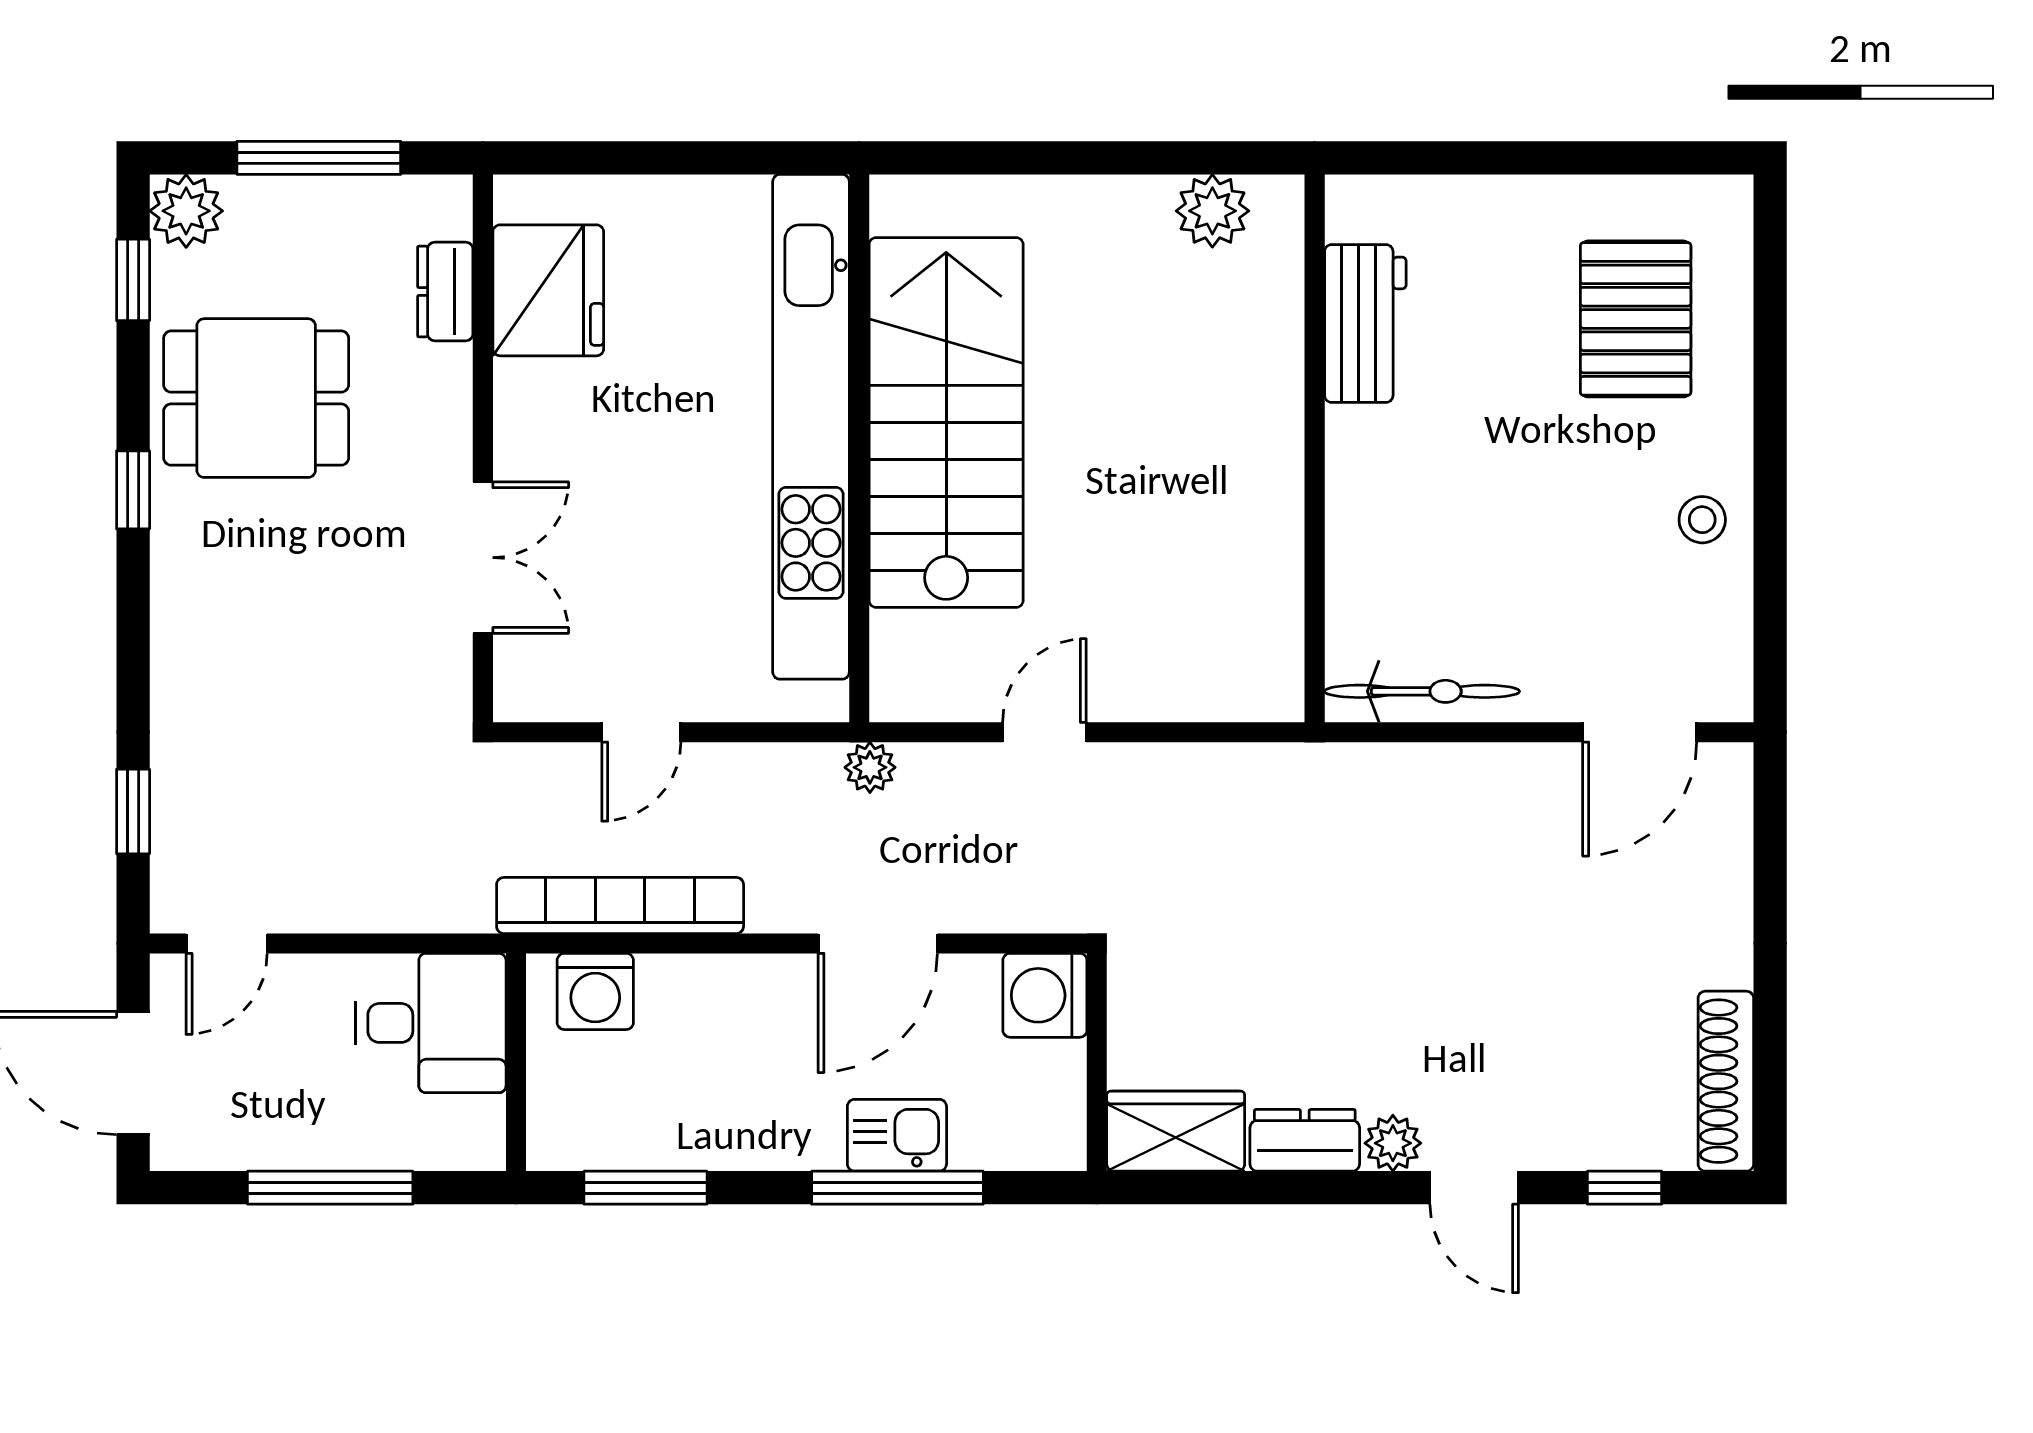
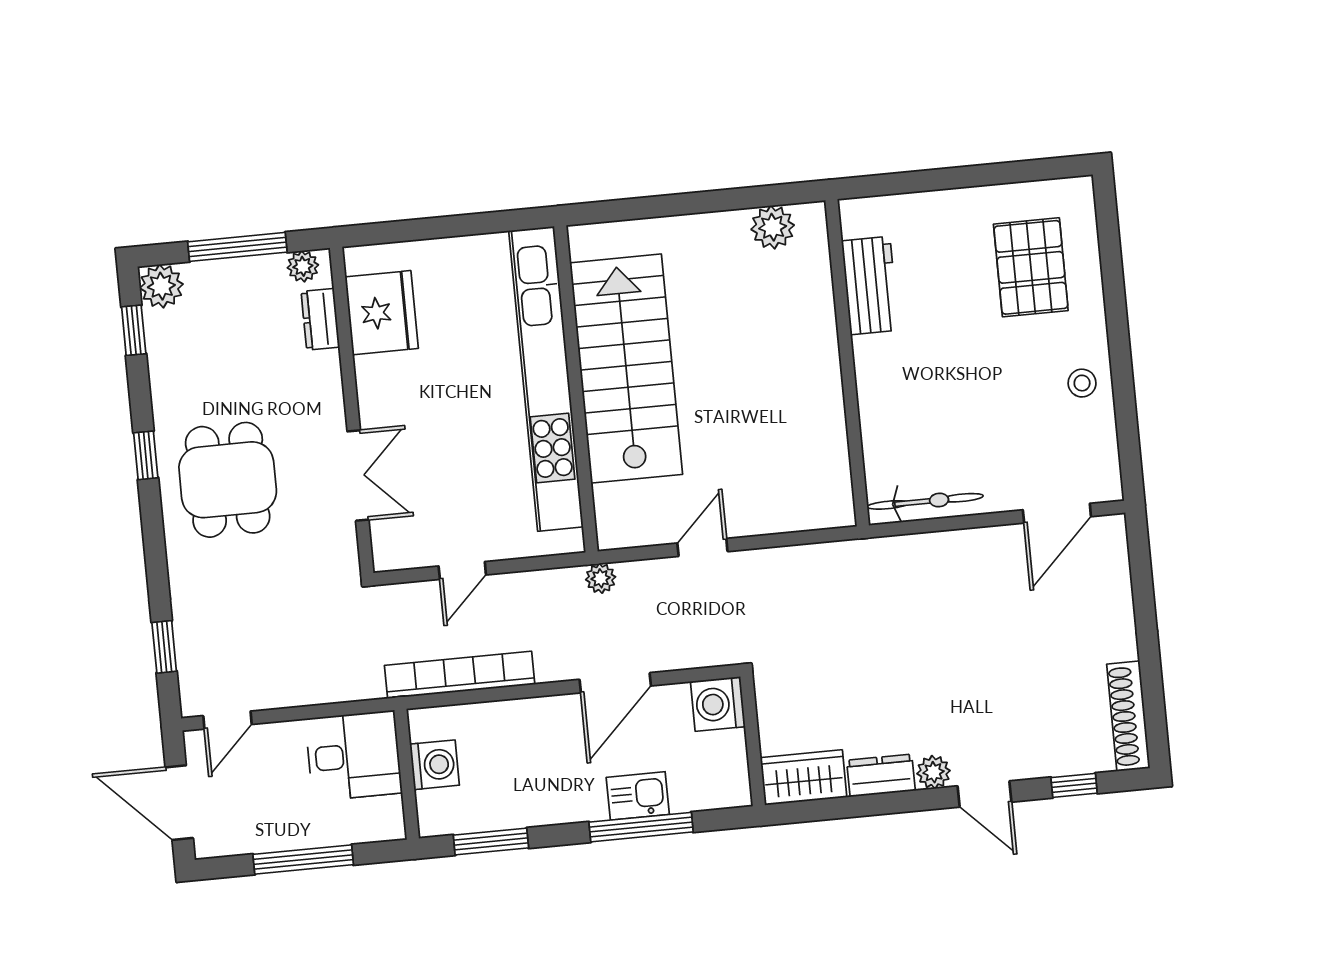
plant: (425, 201) -> (303, 266), added
dining table: (256, 398) -> (228, 480), moved, turned 90
washing machine: (595, 991) -> (435, 765), moved, turned -90

